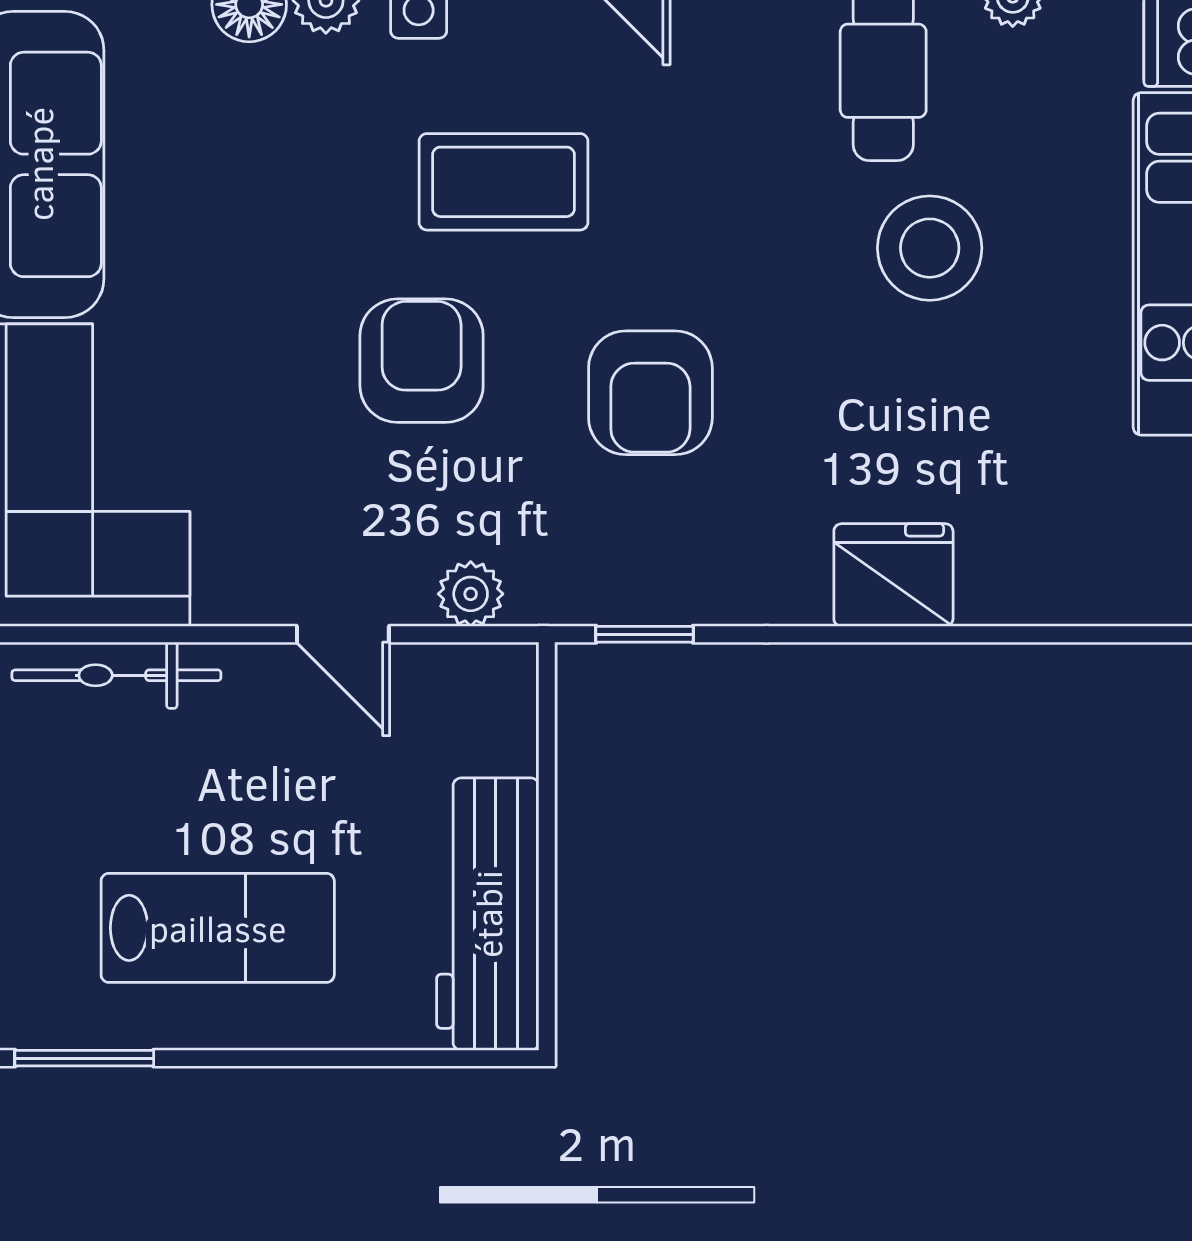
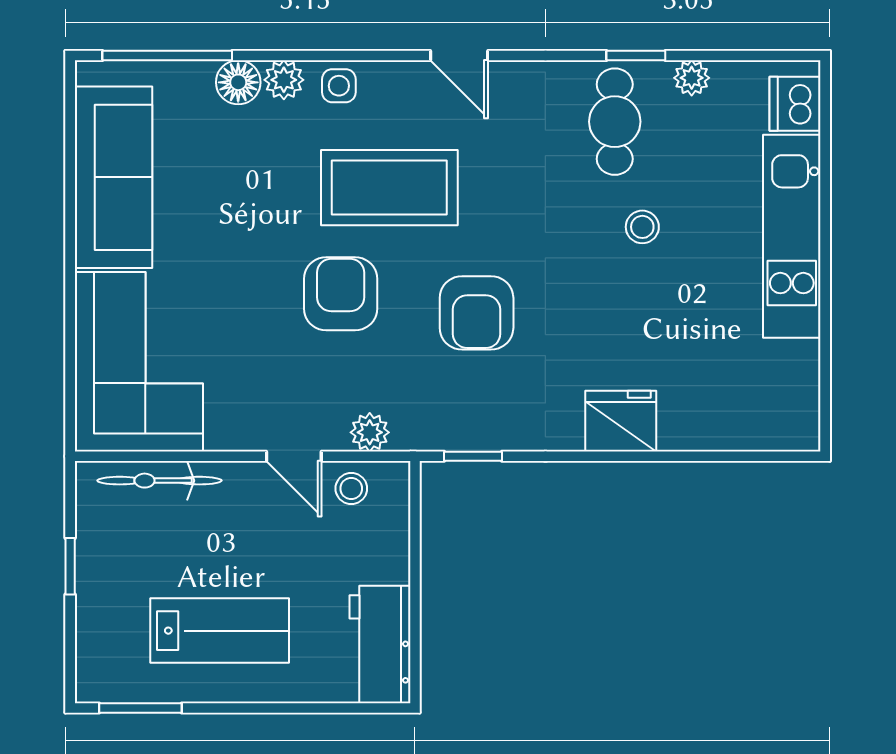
coffee table: (504, 182) -> (389, 188), width x1.36, depth x1.32
stool: (930, 248) -> (642, 227), width x0.53, depth x0.53
stool: (439, 689) -> (351, 489), added
workbench: (488, 914) -> (380, 644), width x0.73

